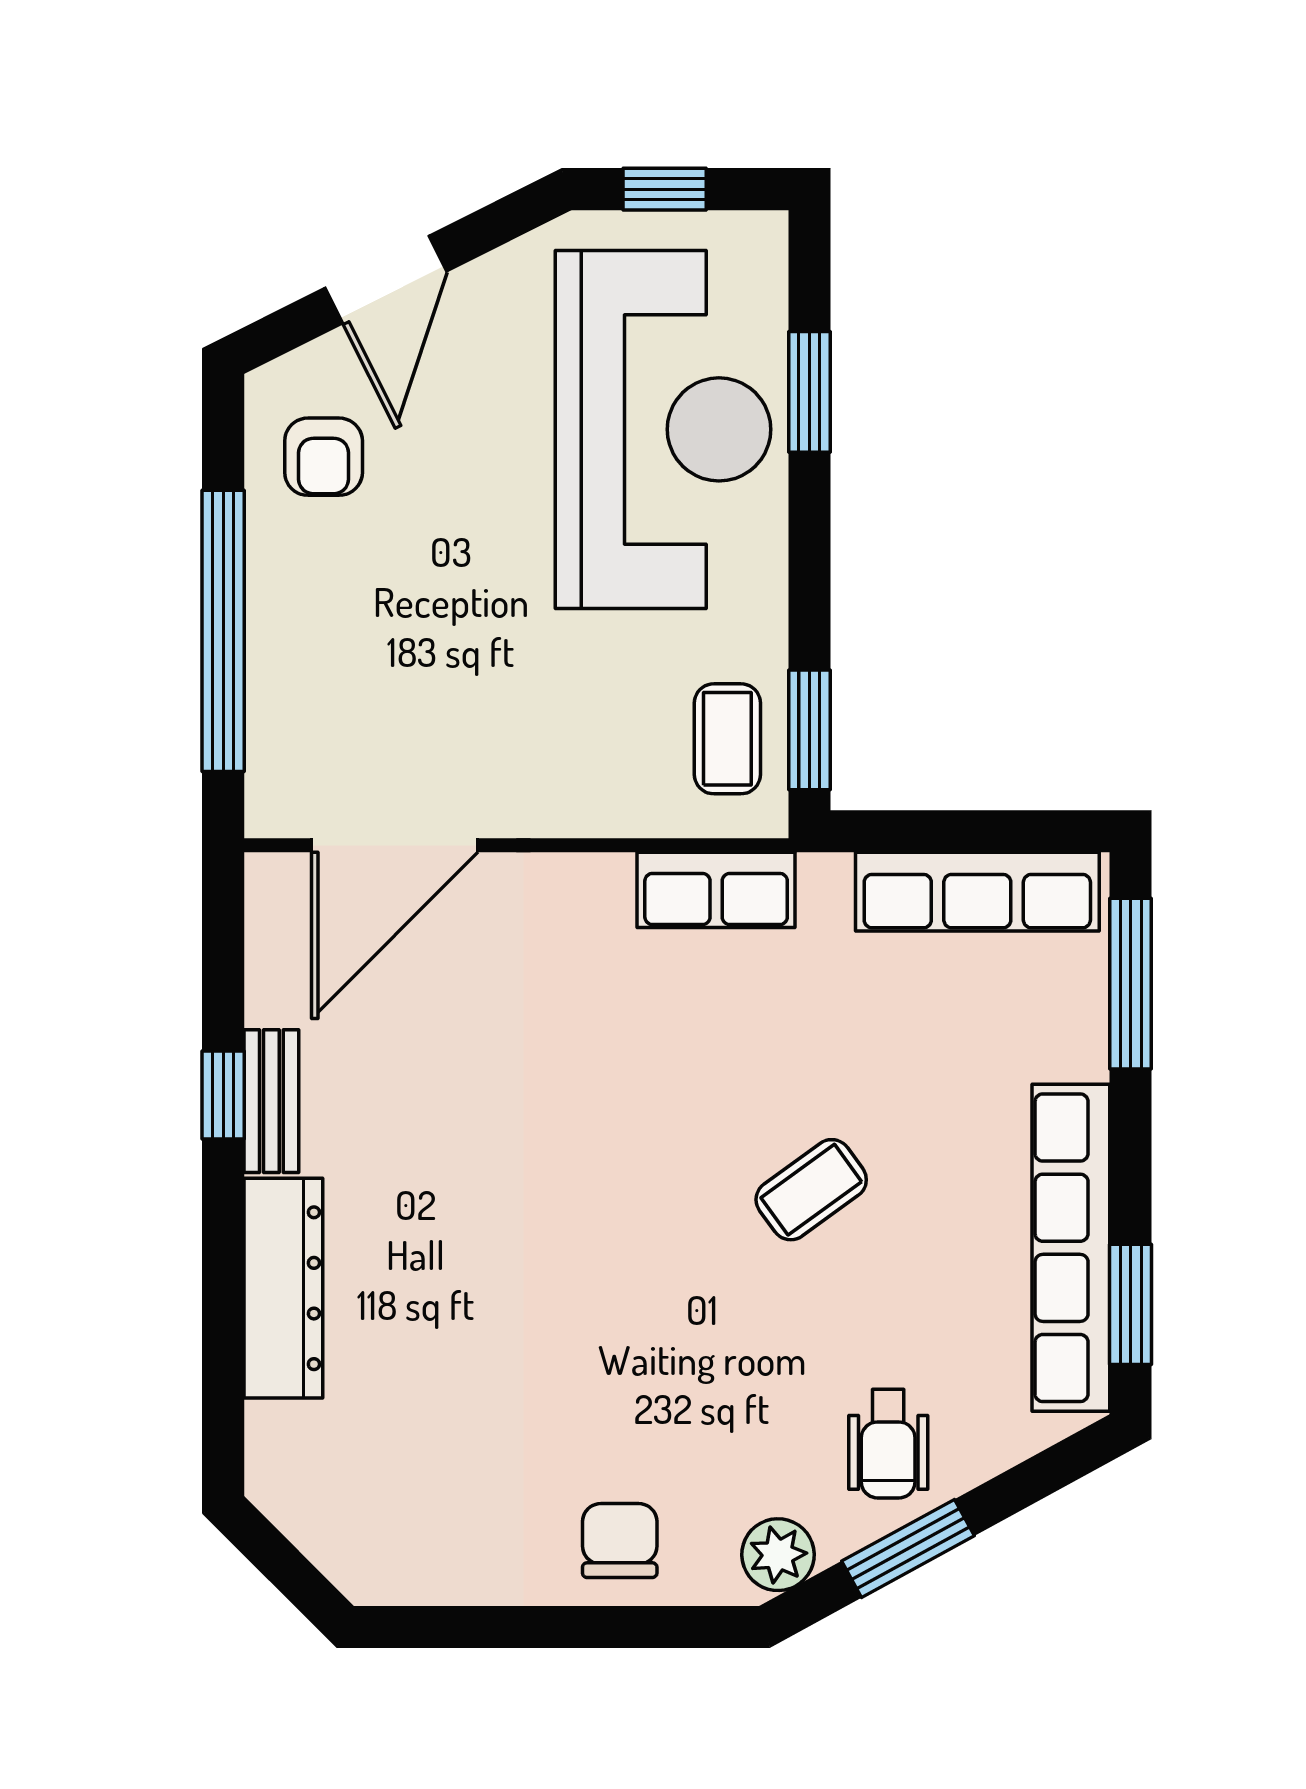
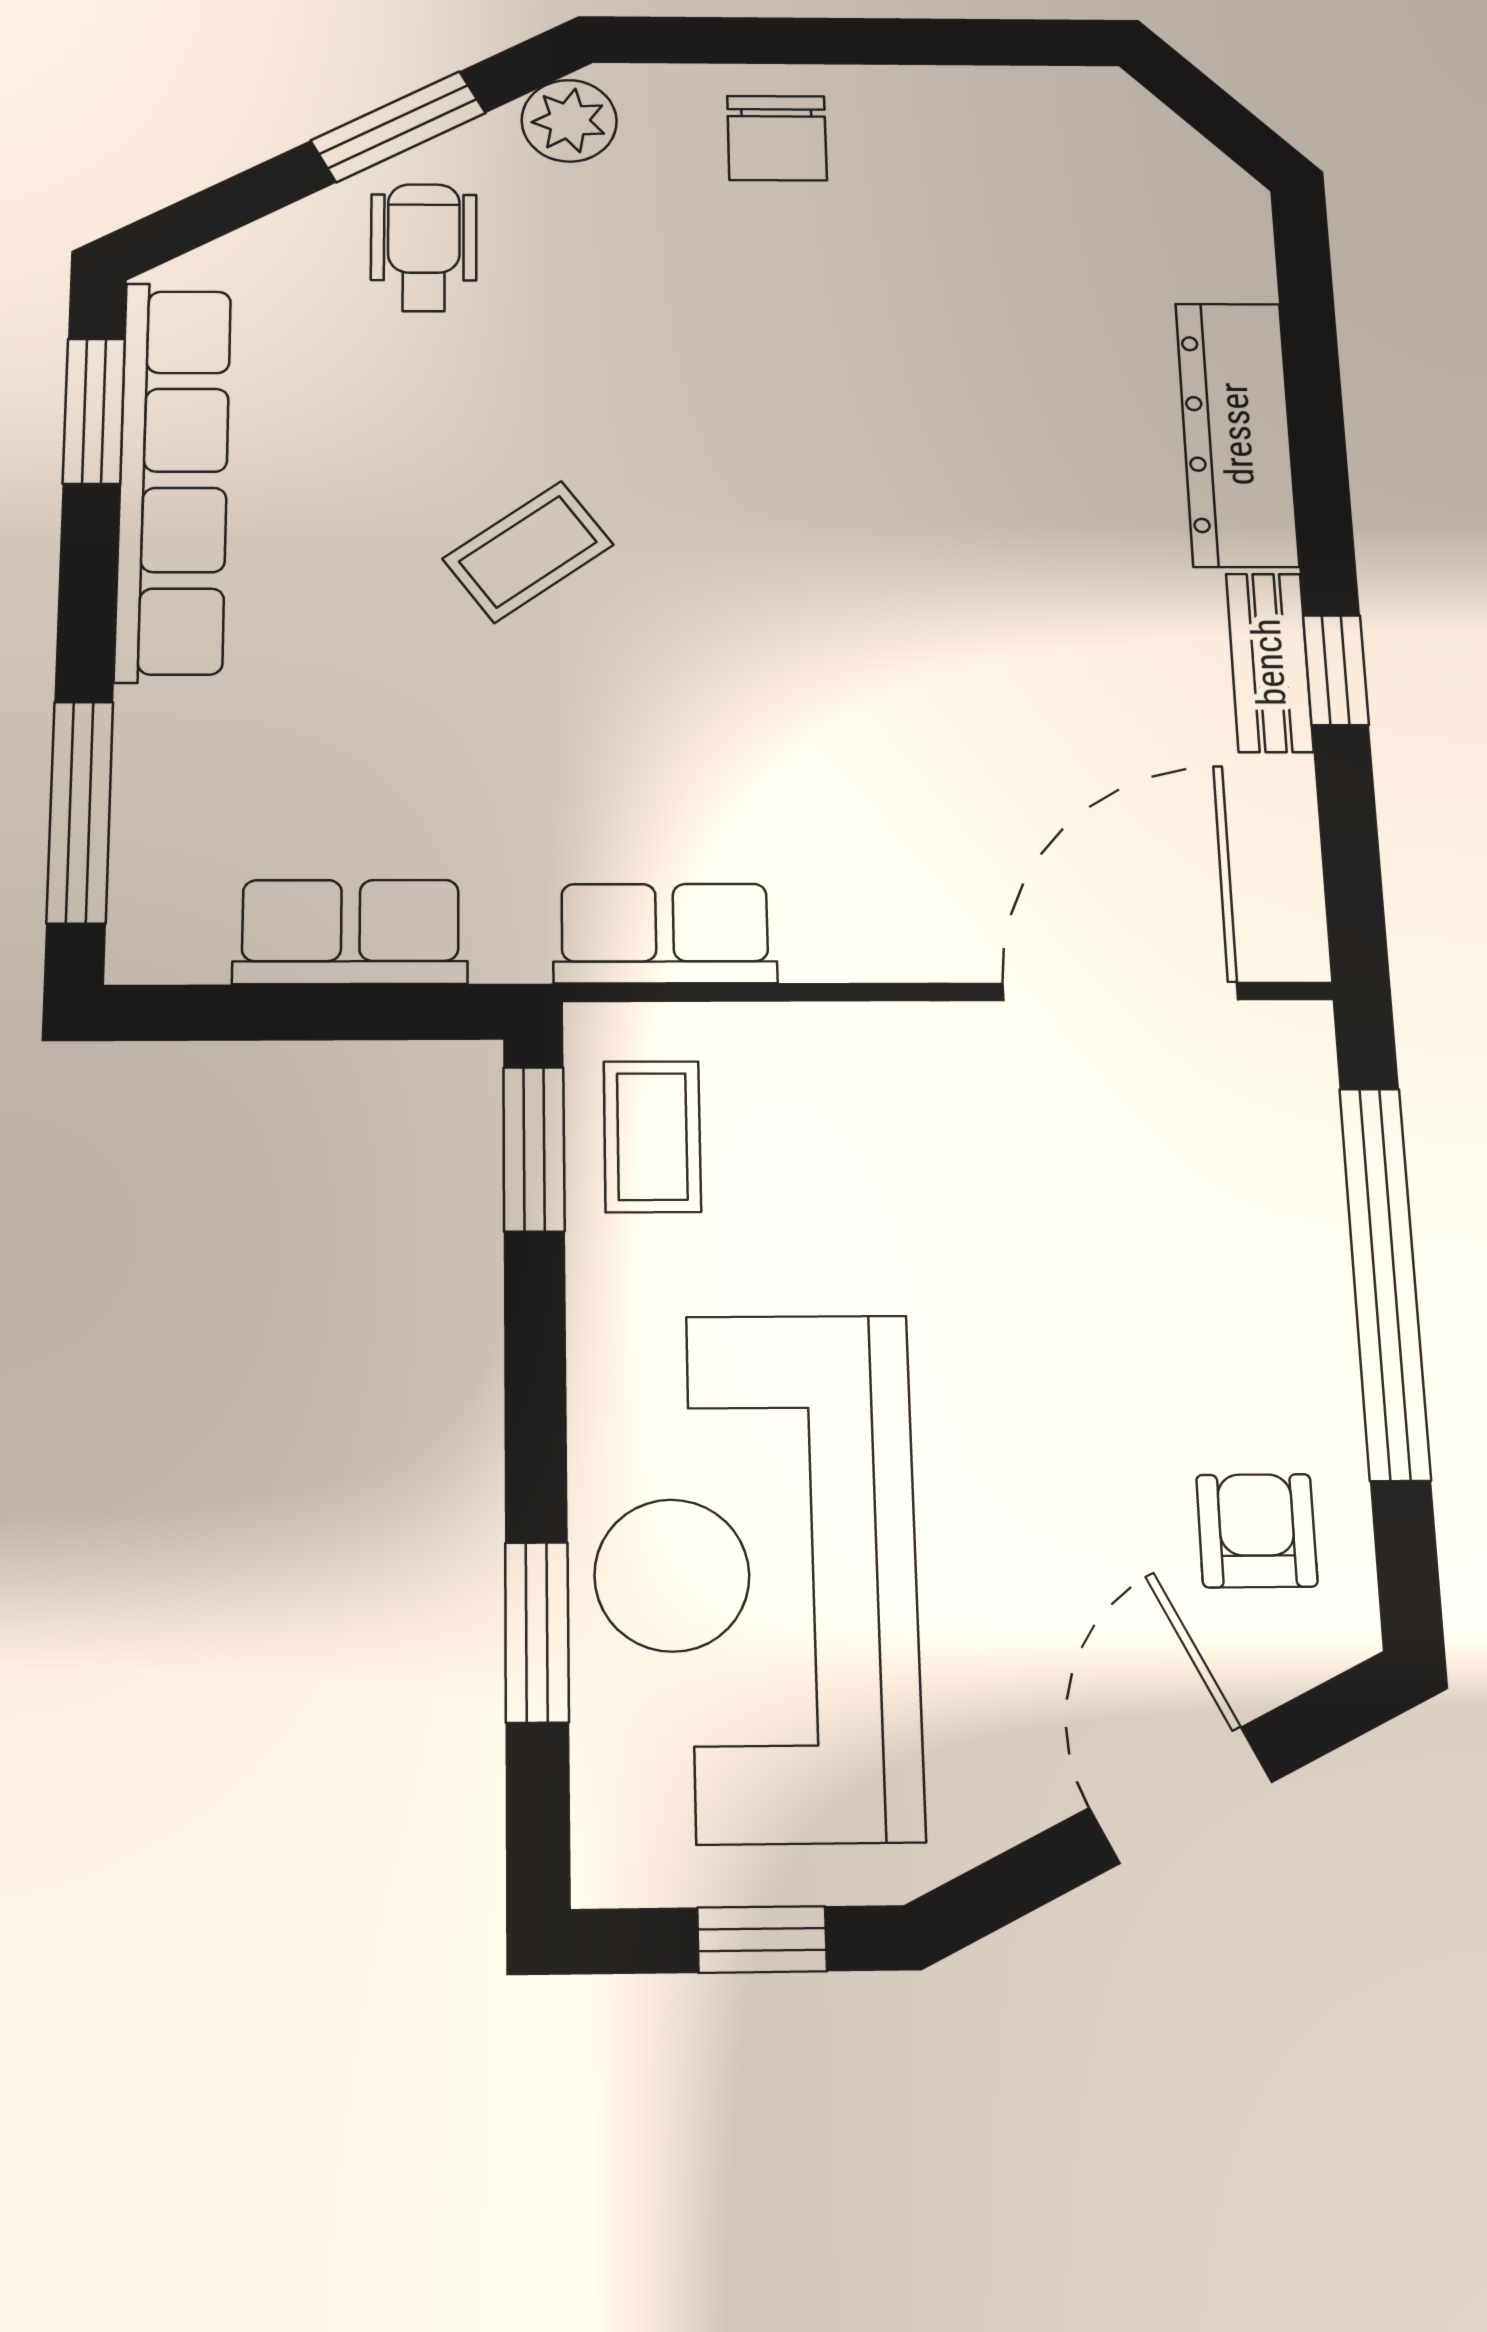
row of seats: (977, 892) -> (350, 932), width x0.68

